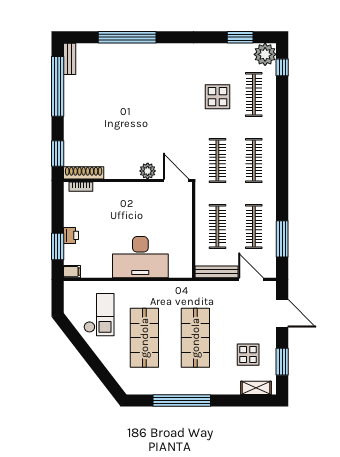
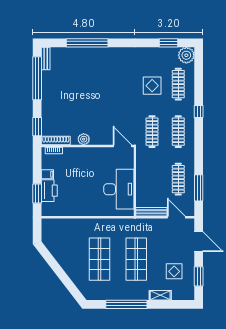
window: (282, 67) -> (199, 111), moved
plant: (148, 171) -> (84, 139), moved
clothes rail: (217, 227) -> (152, 179), removed
printer: (71, 235) -> (49, 191), width x1.87, depth x1.48
desk: (140, 257) -> (119, 189), moved, turned -90
filing cabinet: (72, 272) -> (47, 174), moved
checkout: (99, 315) -> (67, 243), removed
shelving: (256, 388) -> (160, 295), moved

